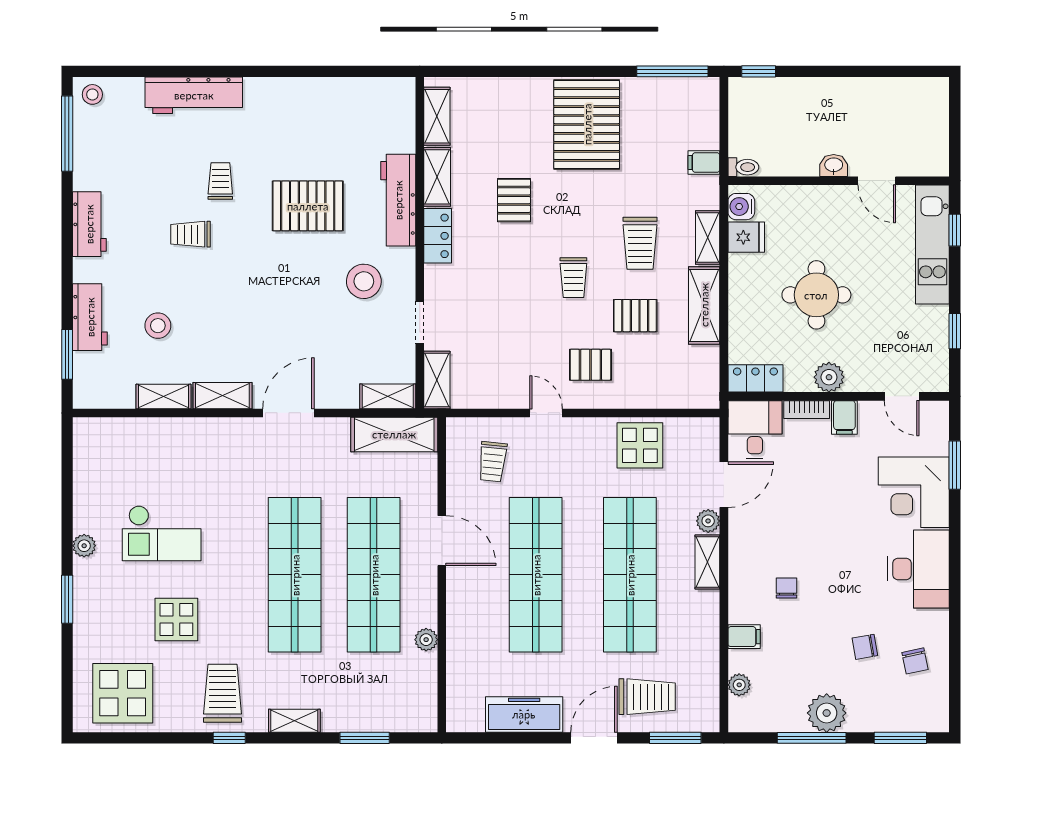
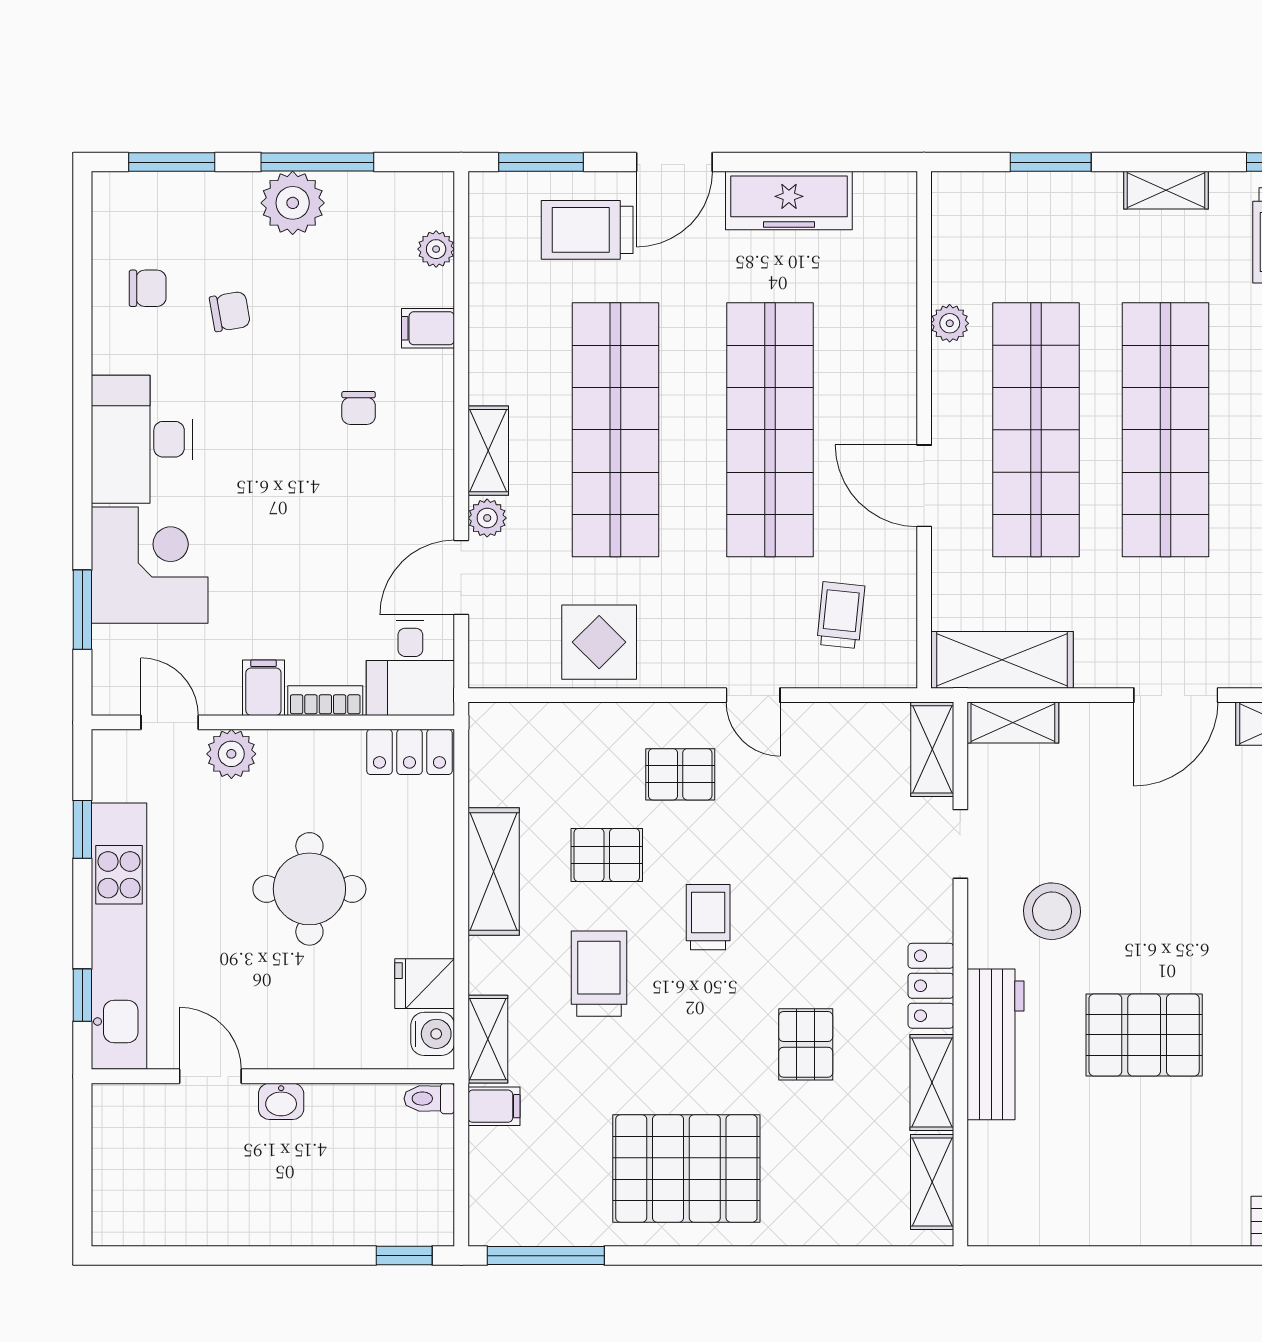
pallet: (587, 124) -> (686, 1168), turned 90
shelving: (708, 238) -> (488, 1039), moved
kitchen unit: (932, 244) -> (119, 936), width x1.36
plant: (829, 377) -> (231, 754), moved
chair: (915, 661) -> (148, 288), turned 102

